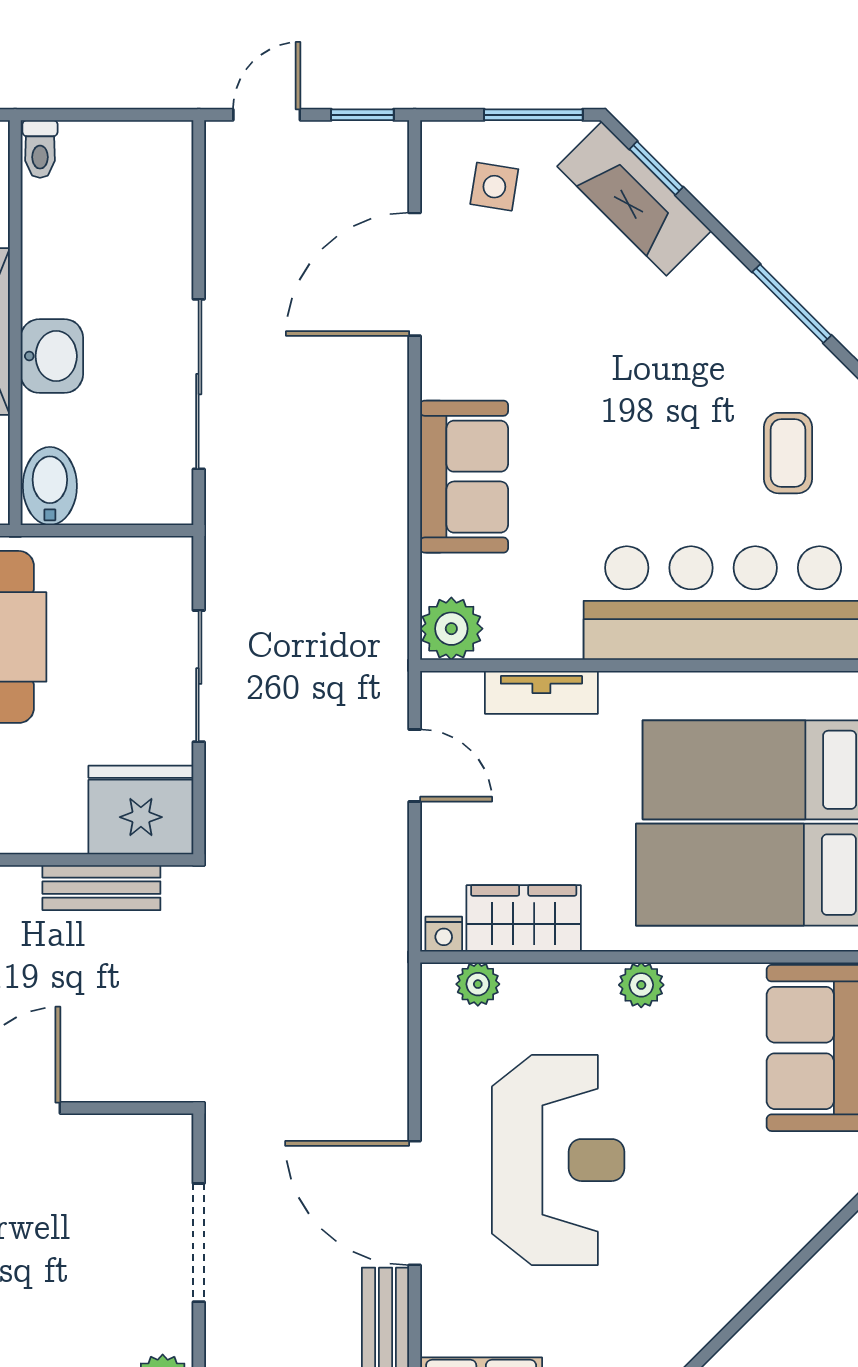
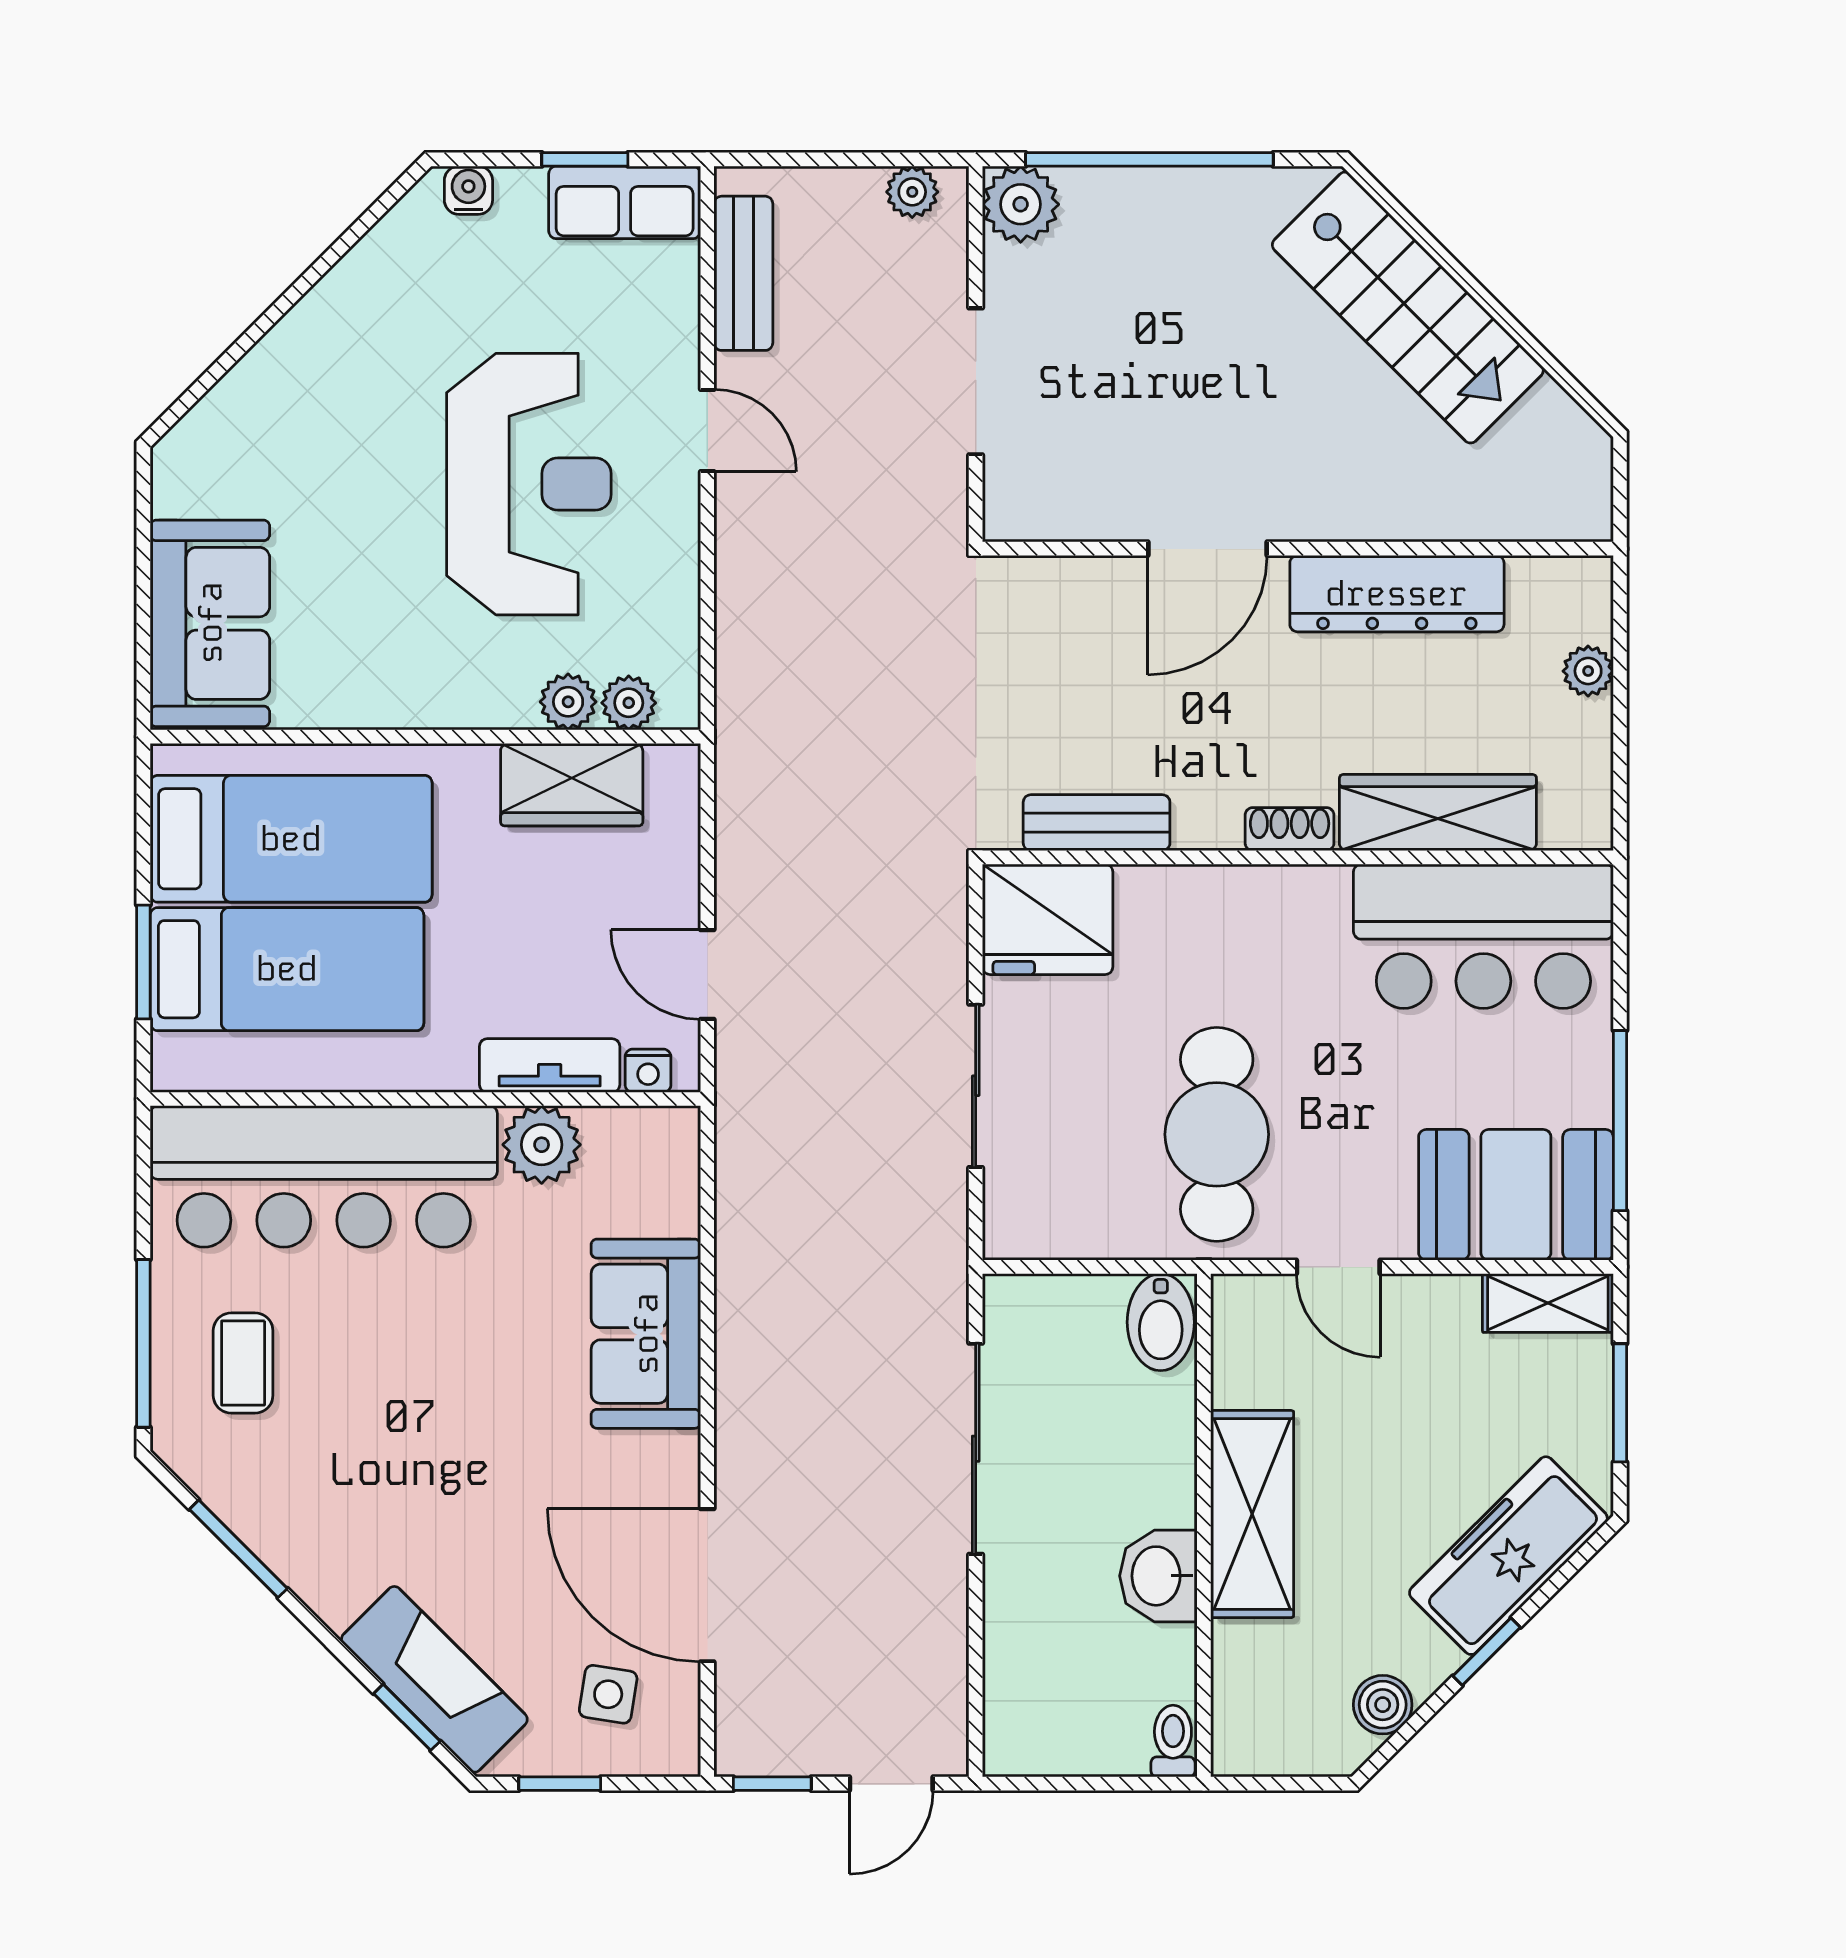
window: (533, 115) -> (560, 1784), width x0.67
door: (415, 274) -> (707, 1585), swing flipped
washbasin: (52, 356) -> (1158, 1576), moved
plant: (451, 629) -> (542, 1145), moved
nightstand: (444, 934) -> (648, 1071), moved, turned 180
plant: (641, 985) -> (568, 702), moved
reception desk: (558, 1160) -> (529, 484), turned 180
door: (415, 1203) -> (707, 431), width x0.53

